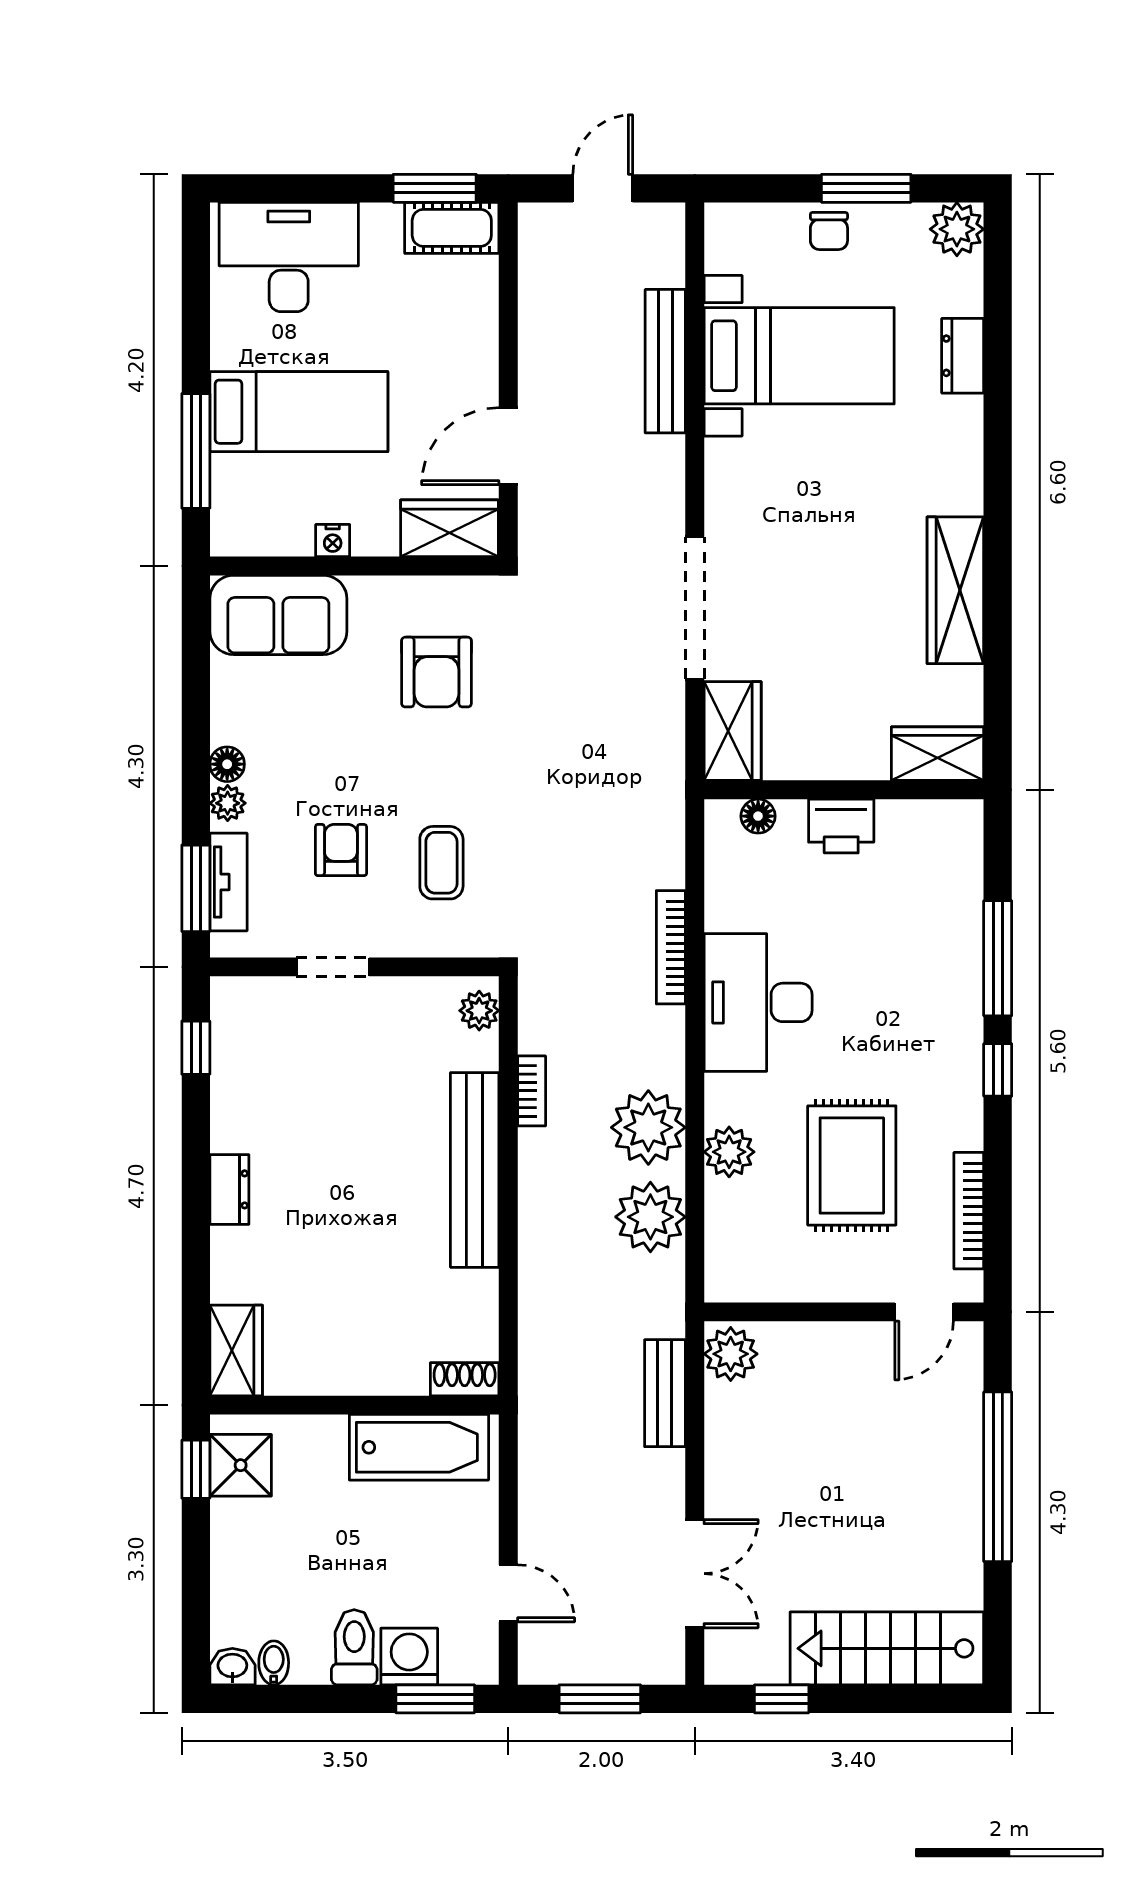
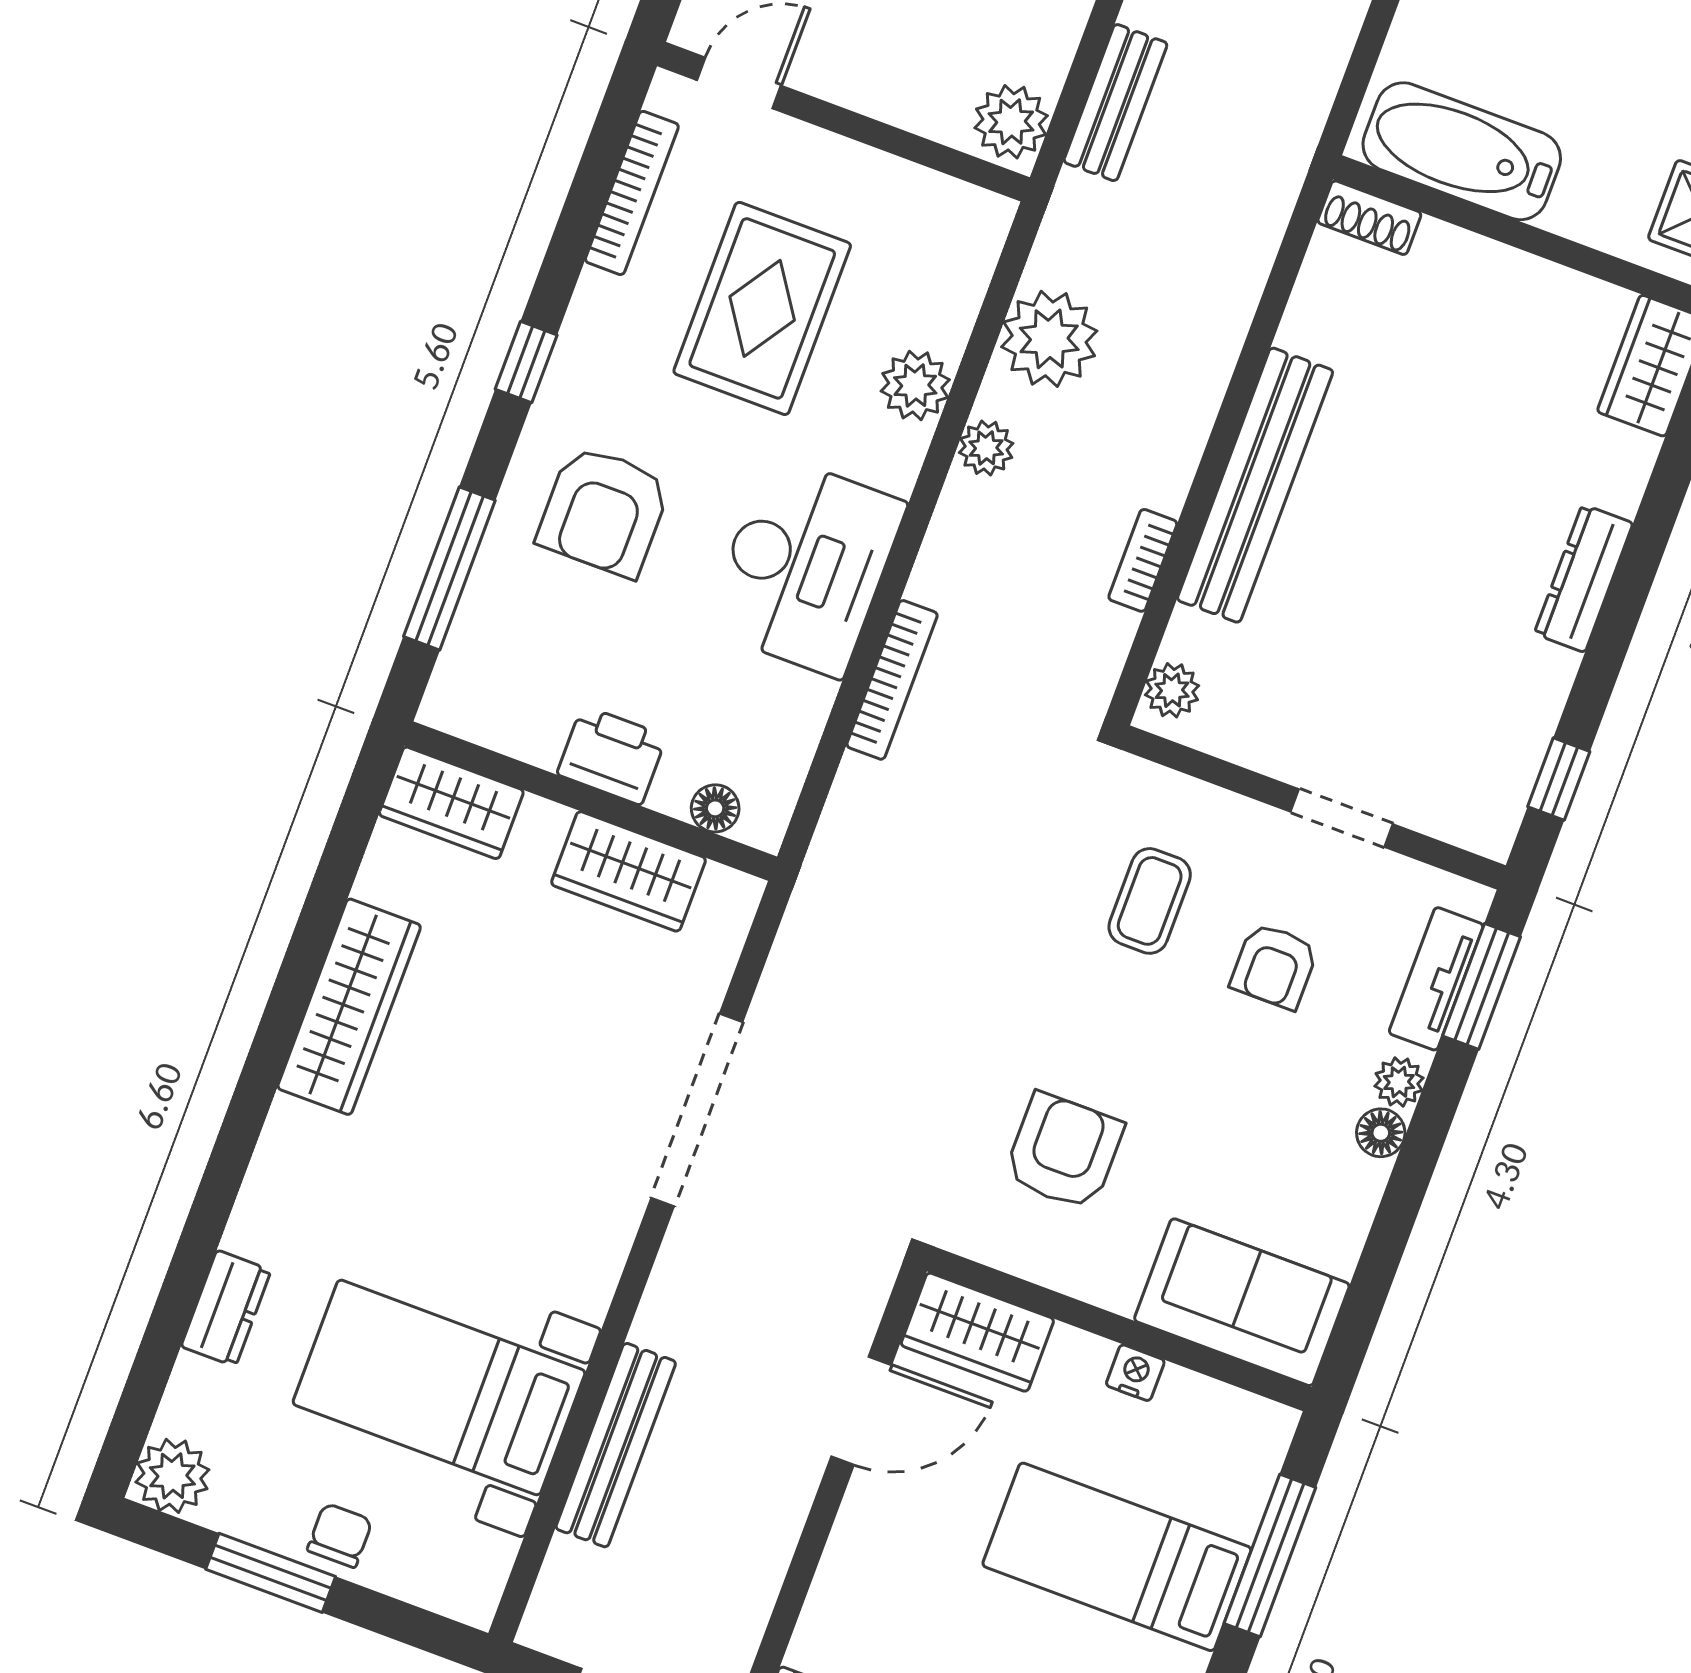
wardrobe: (733, 731) -> (628, 871), moved, turned -90
window: (998, 958) -> (449, 568), moved
armchair: (908, 989) -> (604, 511), added
plant: (648, 1127) -> (986, 448), width x0.53, depth x0.53
dresser: (229, 1189) -> (1584, 578), width x1.44

